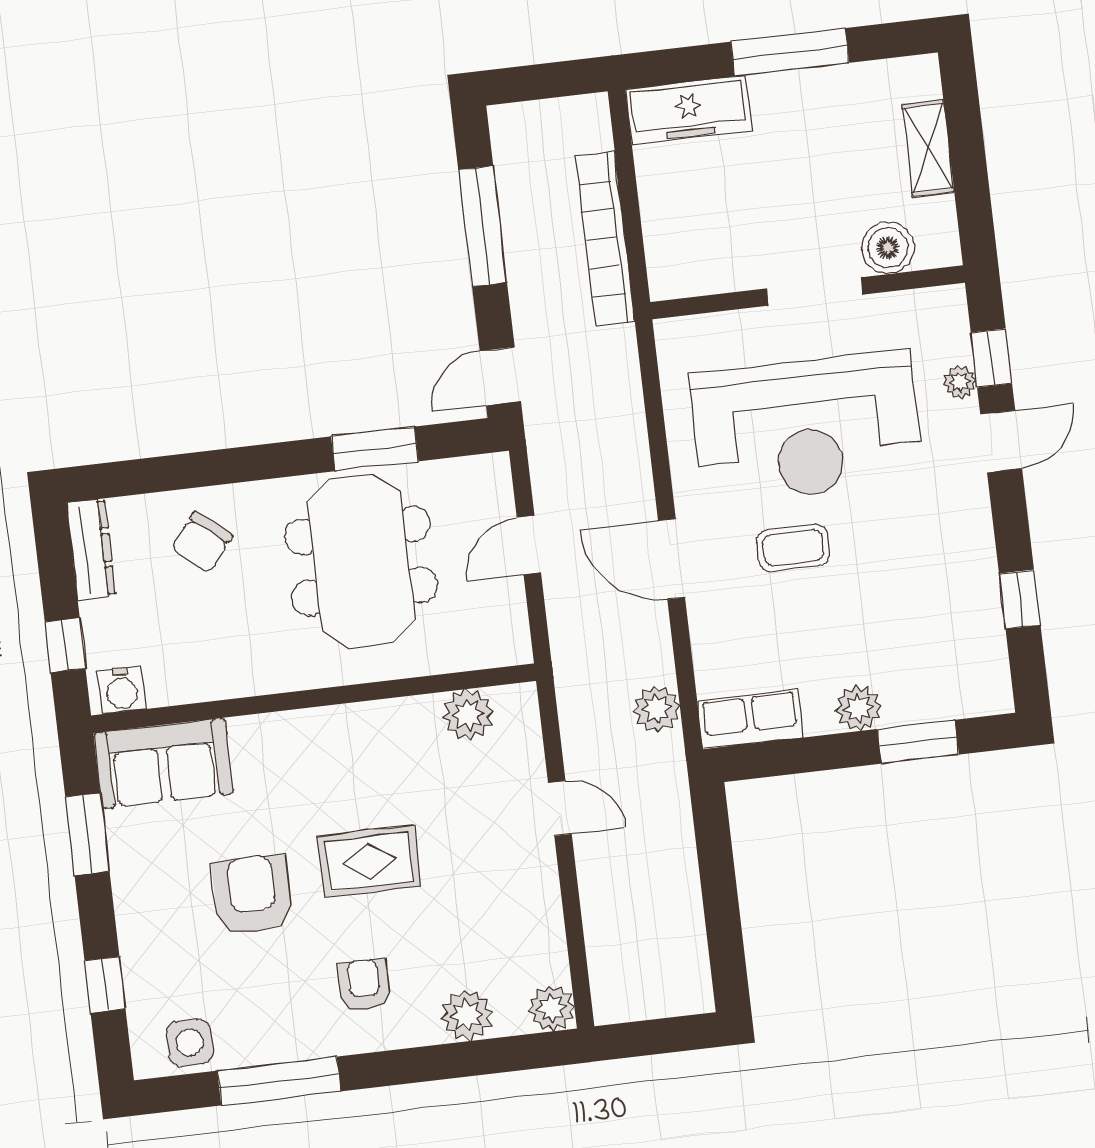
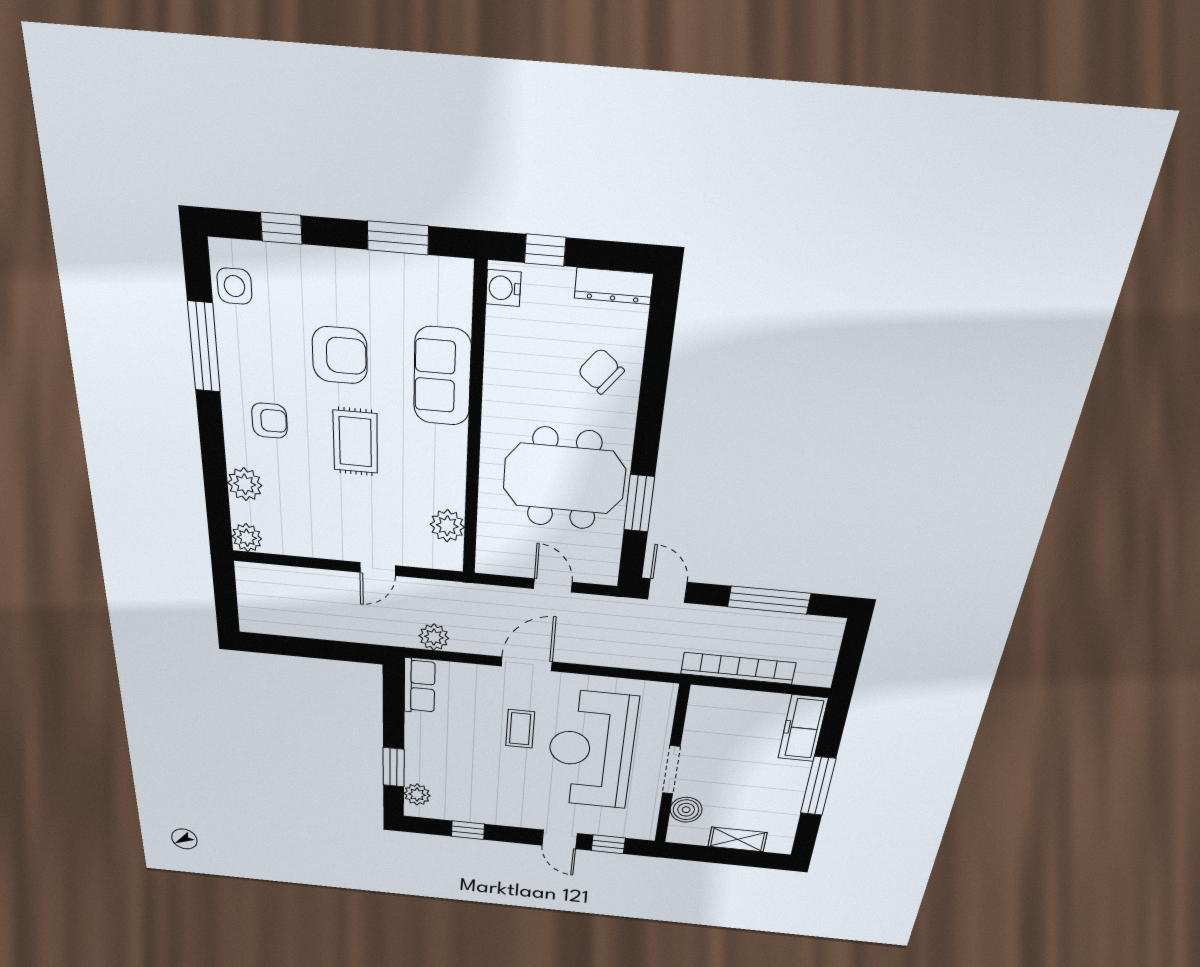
plant: (960, 382) -> (598, 828), removed
plant: (858, 708) -> (417, 795), moved
sofa: (163, 763) -> (442, 376), moved

